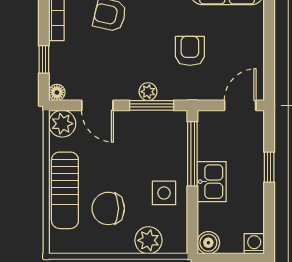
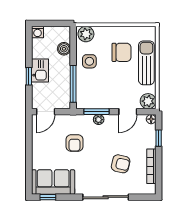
door: (97, 105) -> (128, 112), swing flipped
kitchen sink: (212, 182) -> (40, 71), moved, turned 180
plant: (148, 240) -> (86, 34), moved
boiler: (208, 243) -> (64, 49), moved

